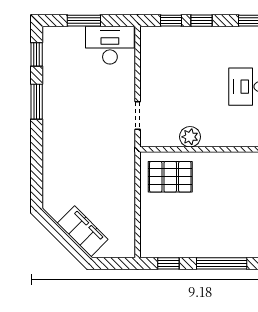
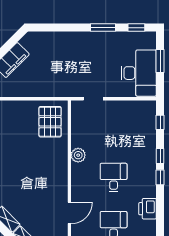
window: (201, 21) -> (160, 156), moved
desk: (110, 45) -> (139, 73), width x1.36, depth x1.30
plant: (190, 137) -> (78, 155), moved

